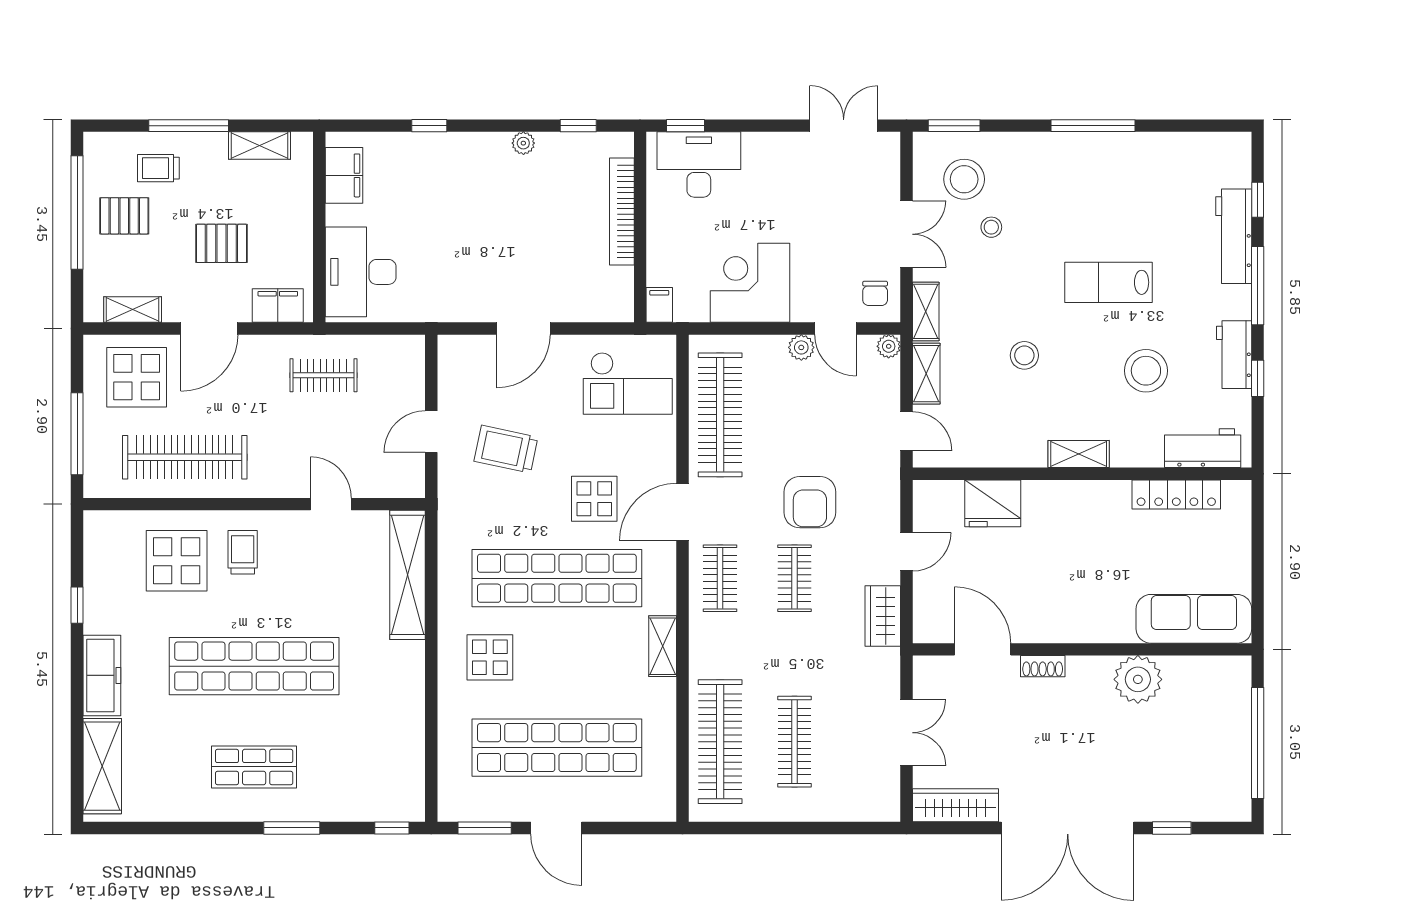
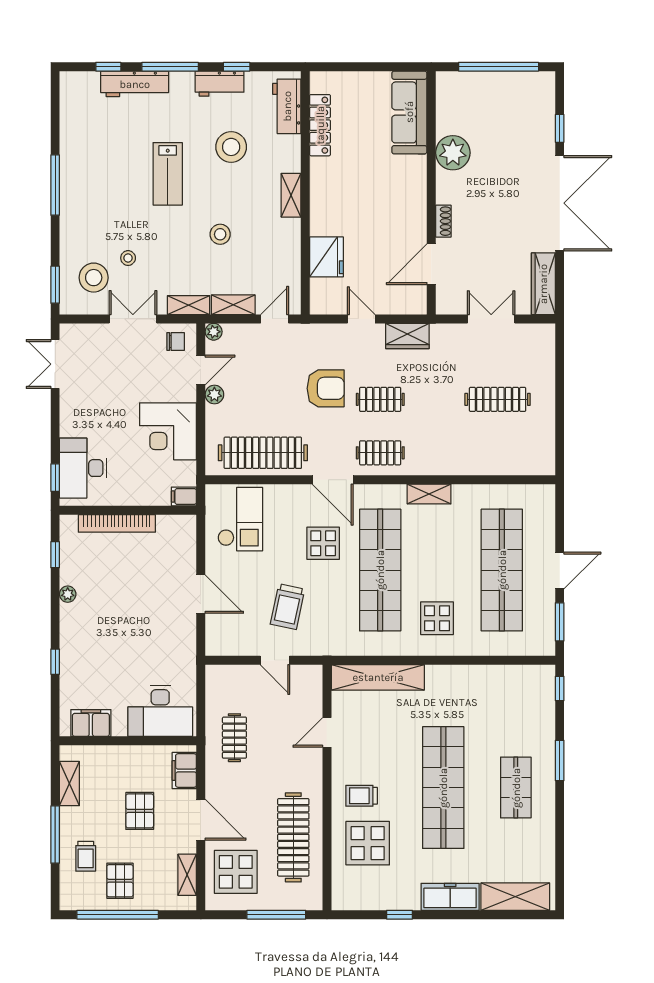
clothes rail: (720, 742) -> (498, 453), removed

